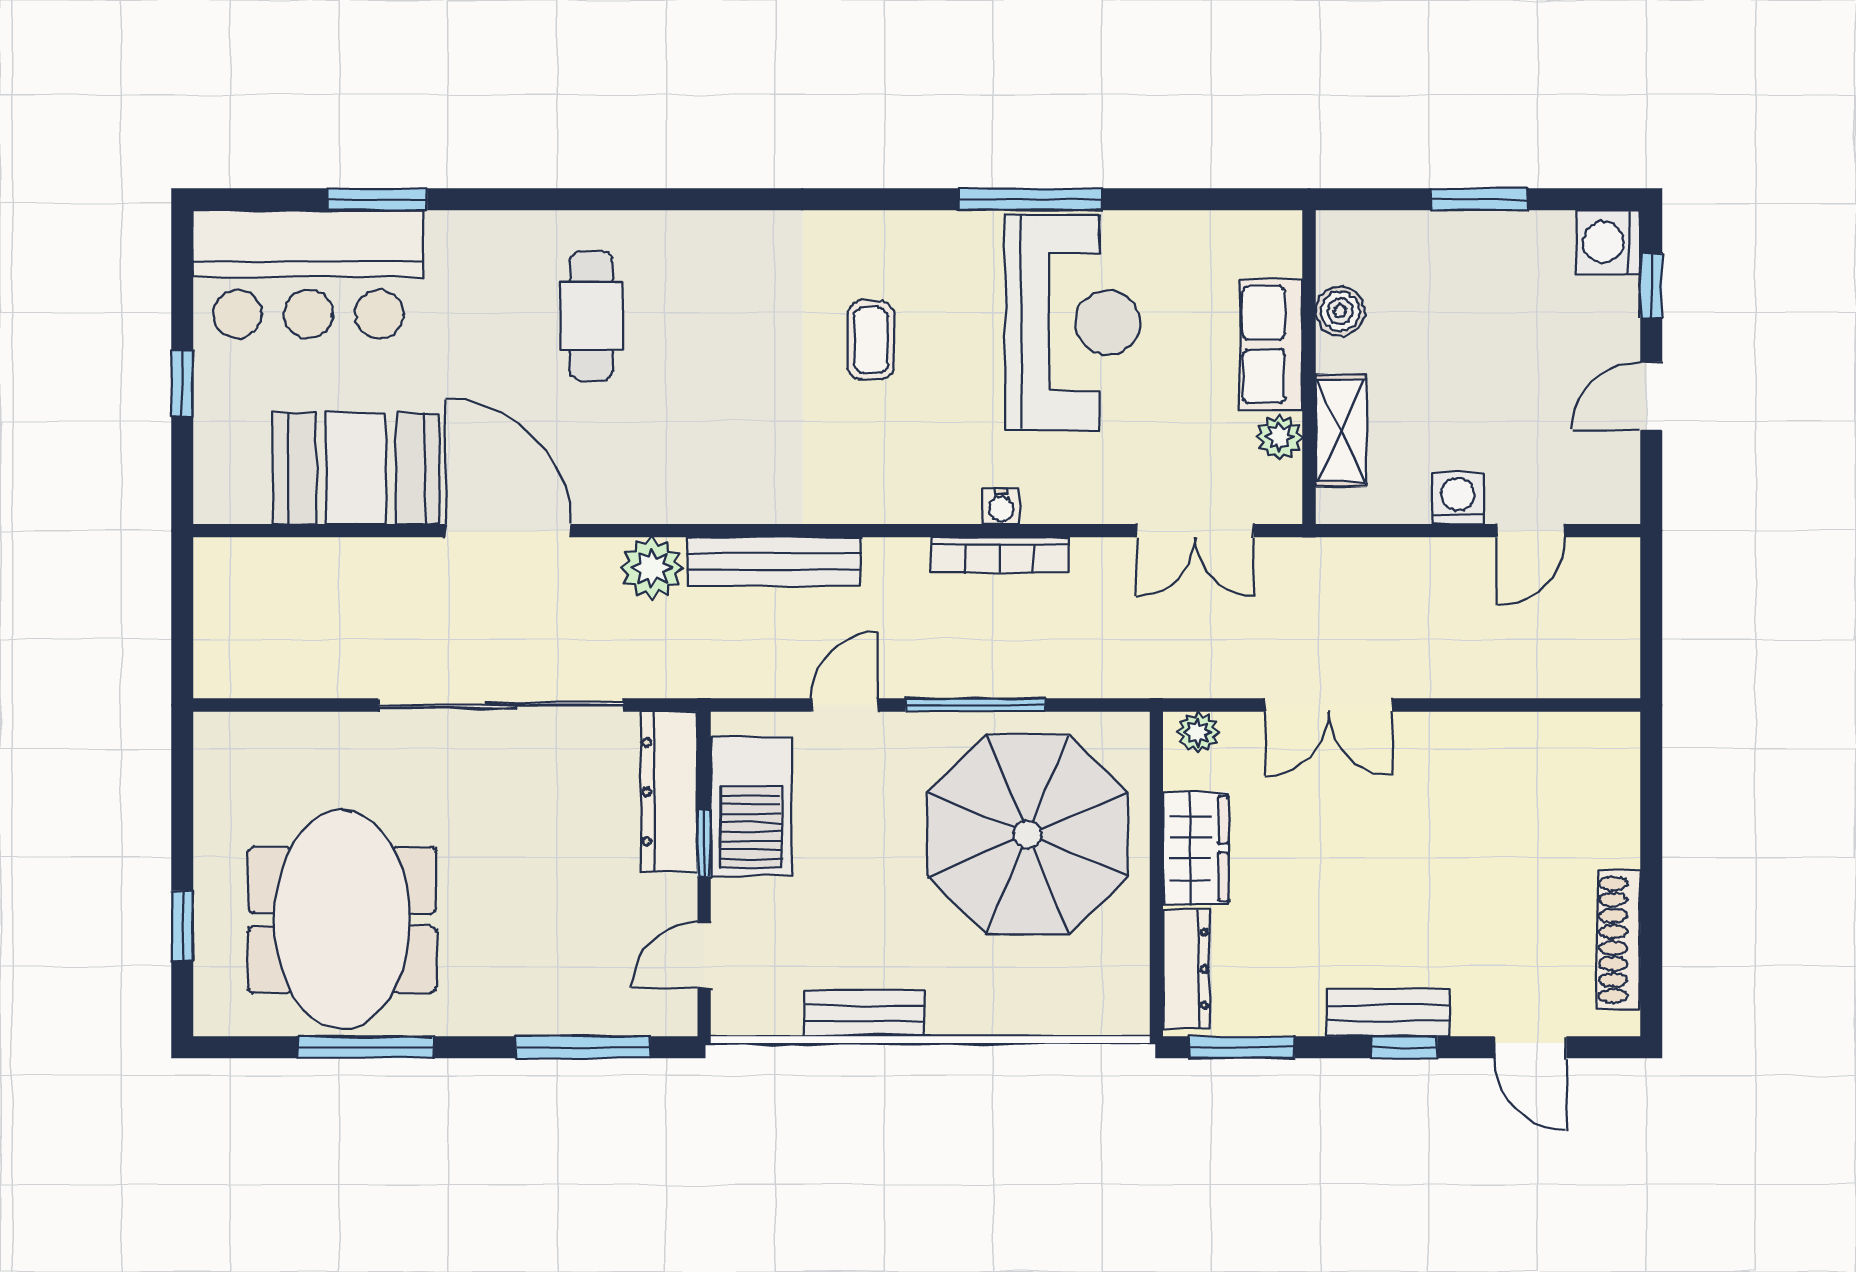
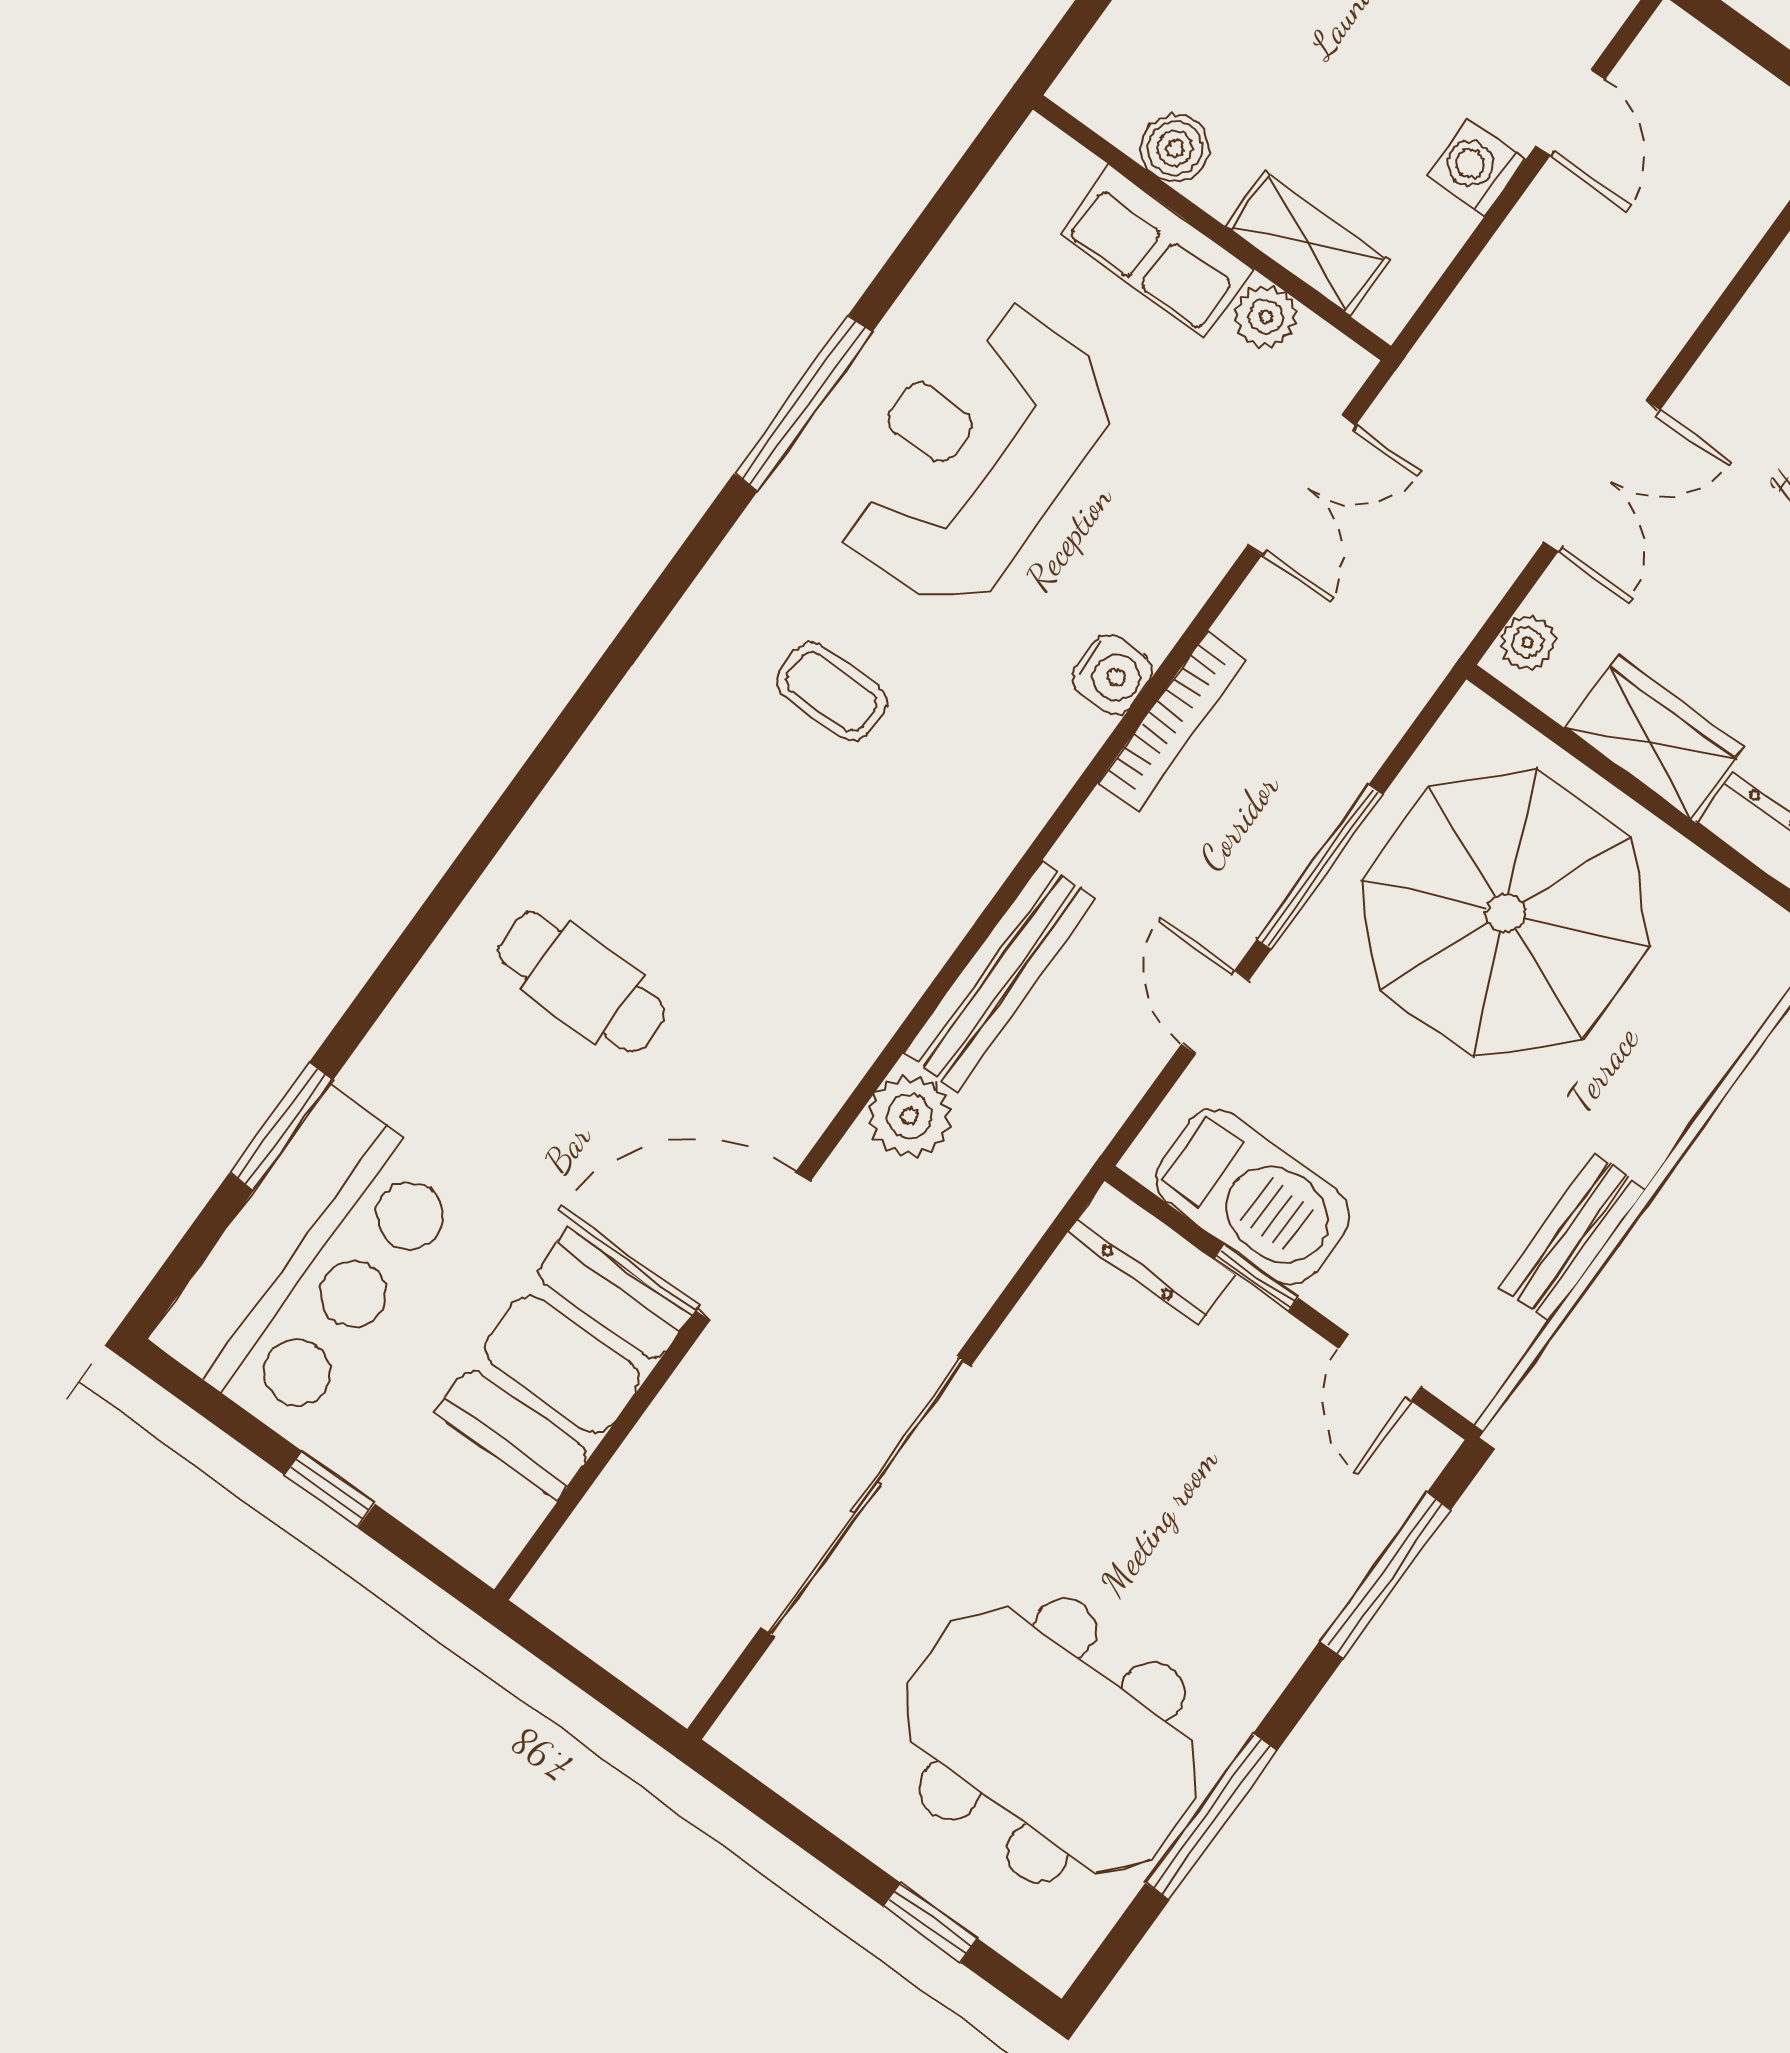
reception desk: (1073, 323) -> (974, 454), turned -90
water cooler: (1001, 506) -> (1112, 674), width x1.38, depth x1.38
sliding door: (501, 705) -> (866, 1497), moved
dresser: (669, 792) -> (1152, 1253), width x0.73, depth x0.80

